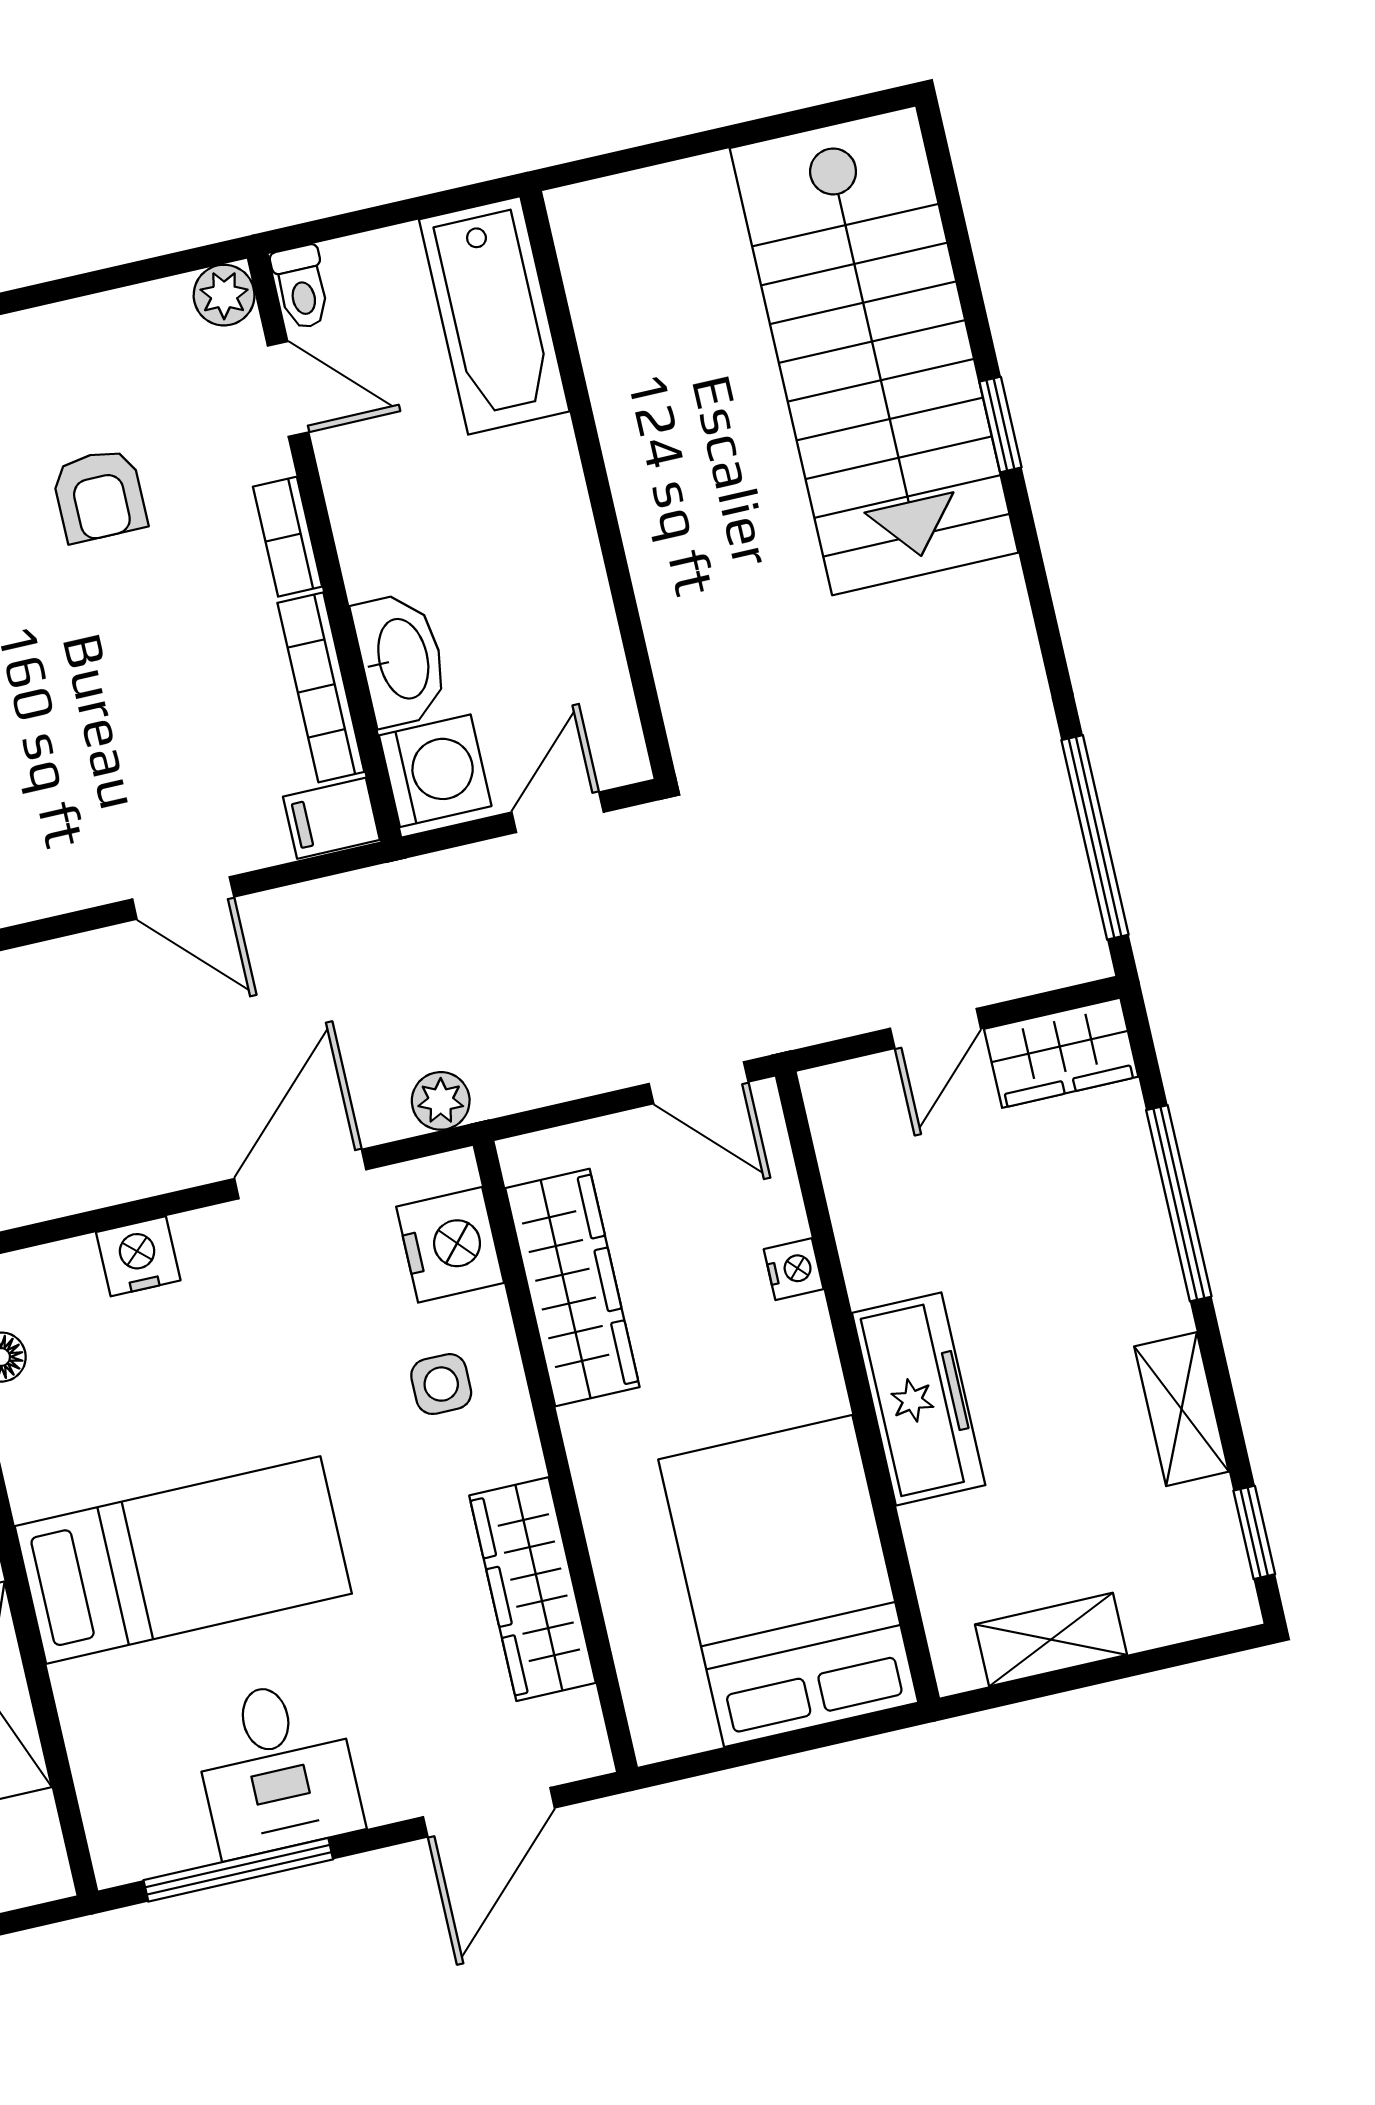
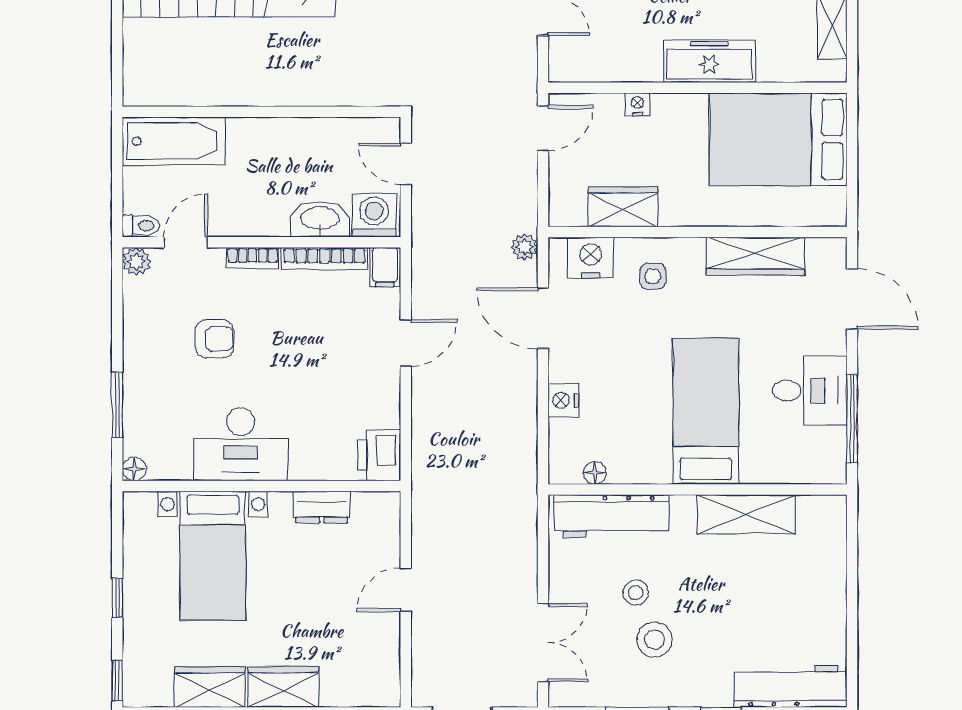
wardrobe: (572, 1288) -> (623, 207), width x0.67

